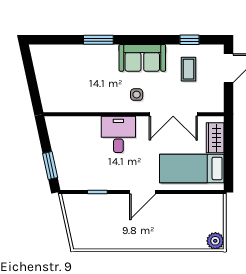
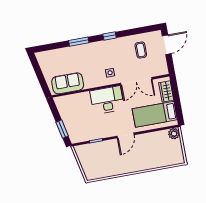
window: (190, 40) -> (110, 36), moved
sofa: (142, 58) -> (68, 83), moved, turned 180
desk: (118, 134) -> (107, 100), width x1.37
plant: (215, 241) -> (174, 134), moved

